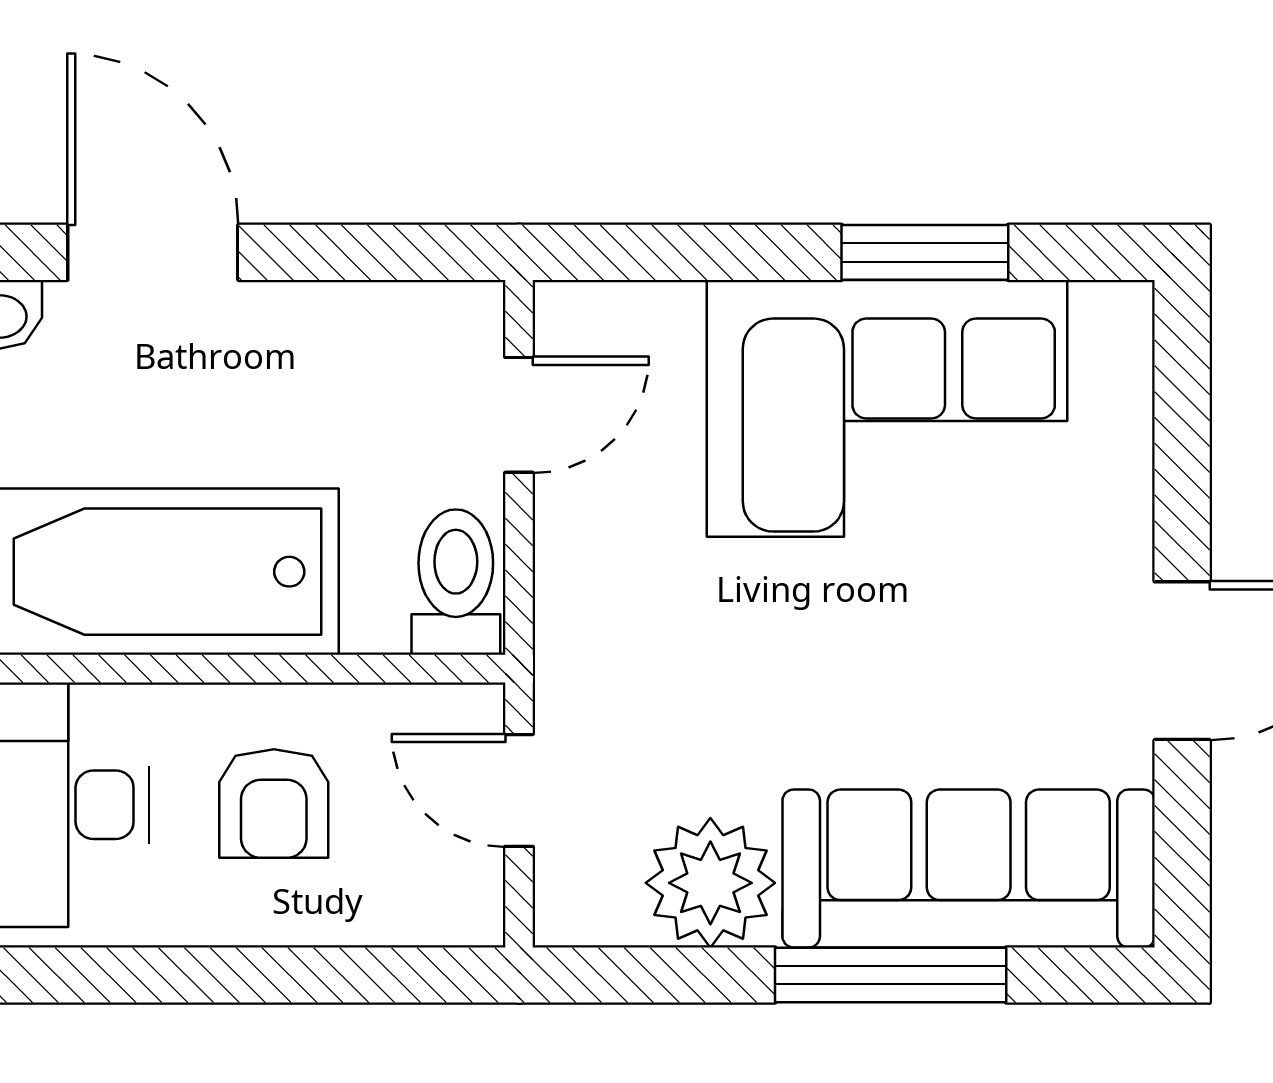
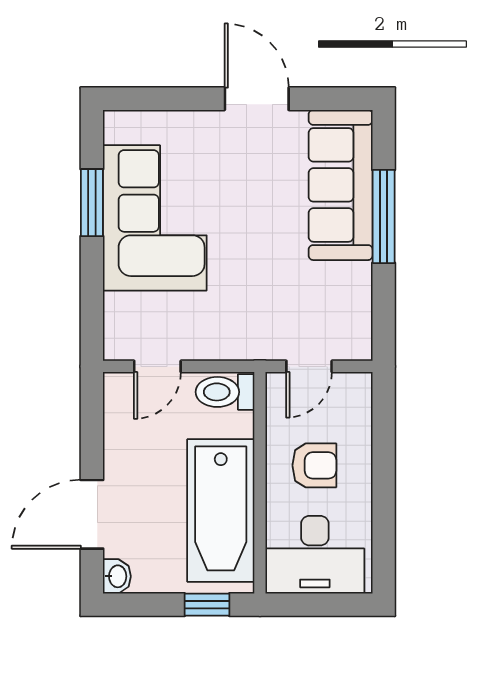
door: (519, 415) -> (157, 366), swing flipped
plant: (710, 883) -> (346, 289), removed

